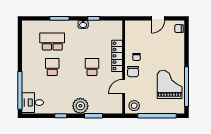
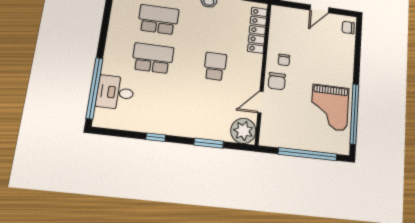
locker: (117, 56) -> (257, 30), moved
school desk: (52, 67) -> (153, 58), width x1.85
grand piano: (170, 84) -> (330, 108), turned 180
desk: (33, 103) -> (115, 92), moved
plant: (80, 106) -> (243, 131), moved
stool: (134, 106) -> (274, 134), removed

